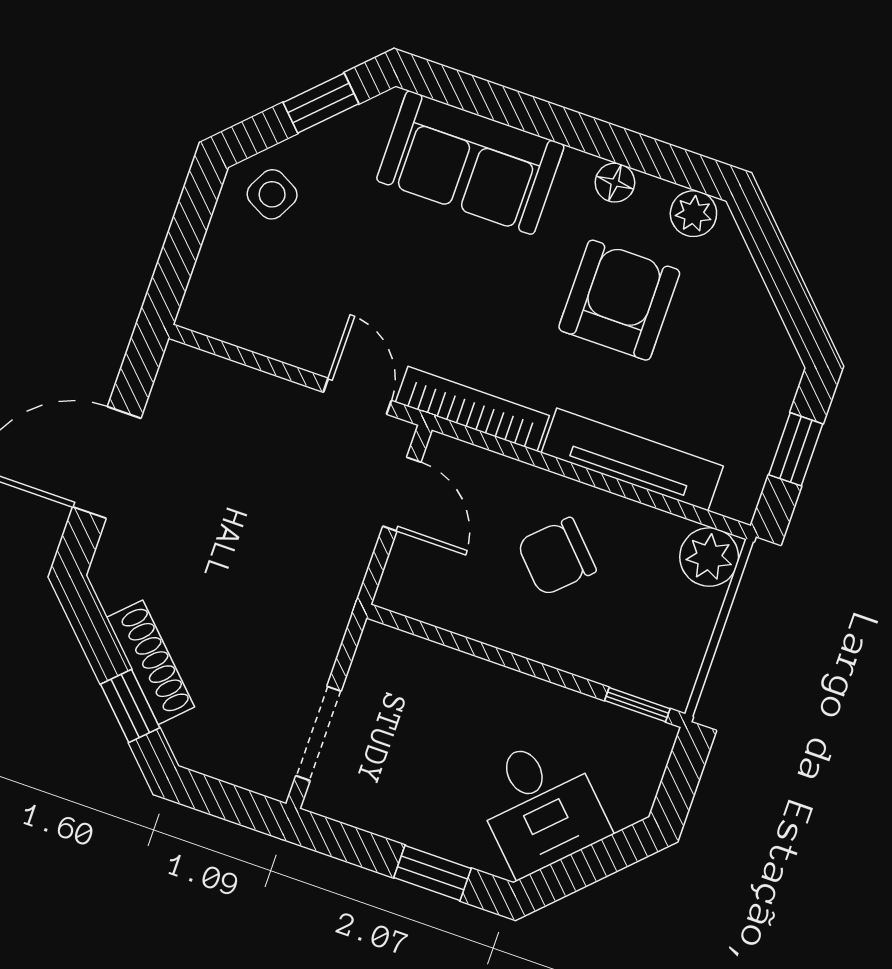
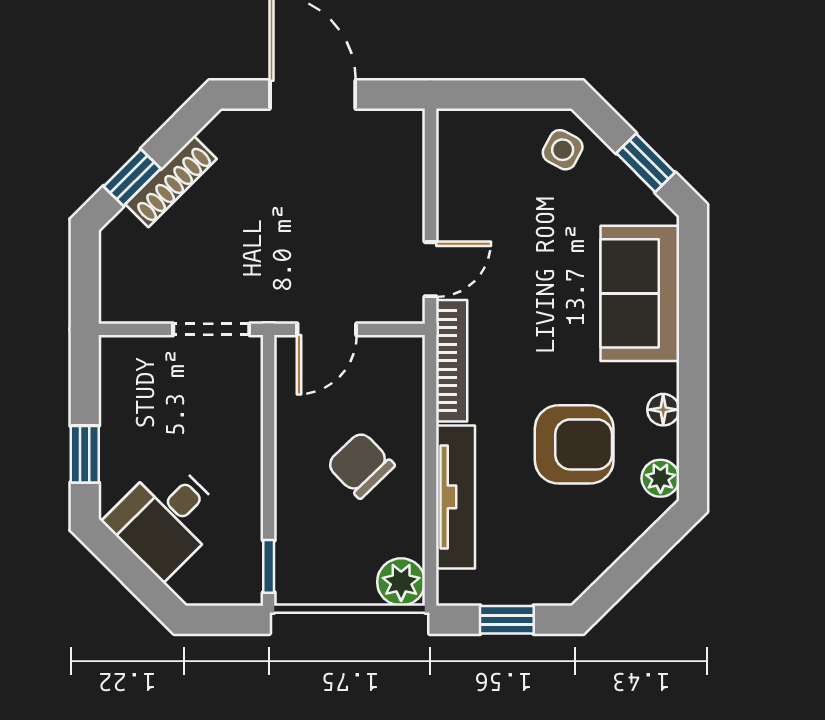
door: (402, 494) -> (327, 329), moved
doorway: (318, 733) -> (211, 329), moved

